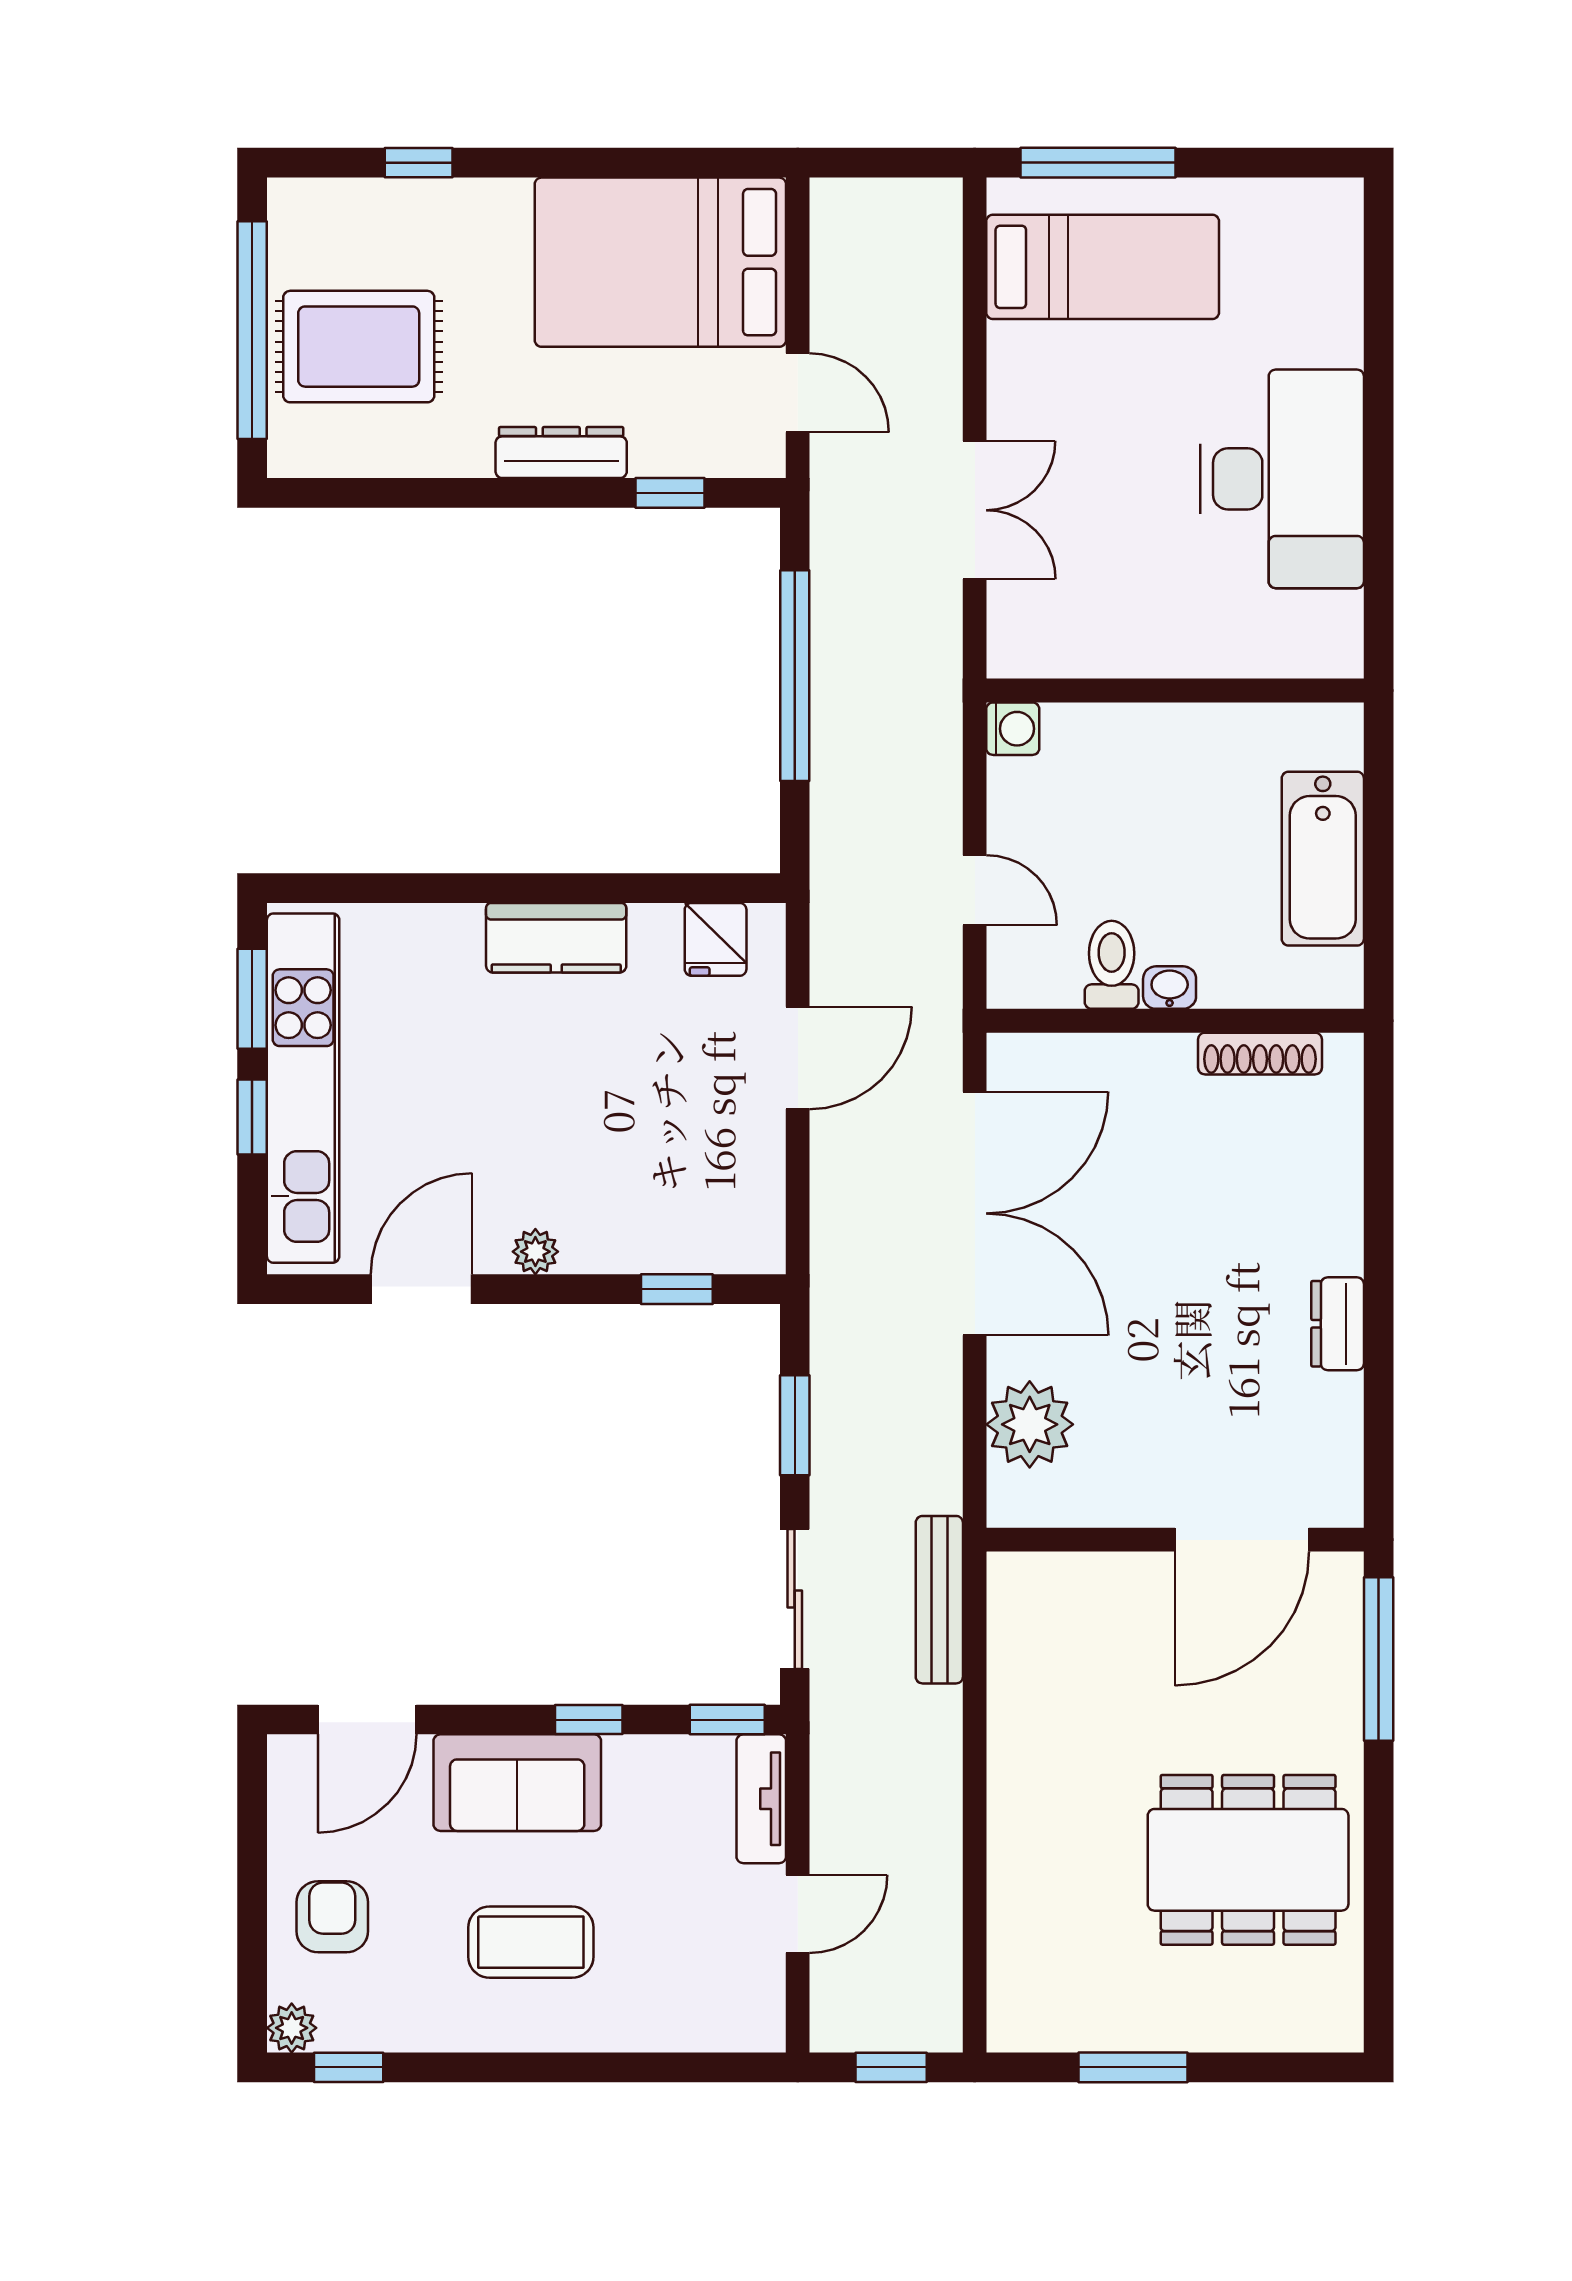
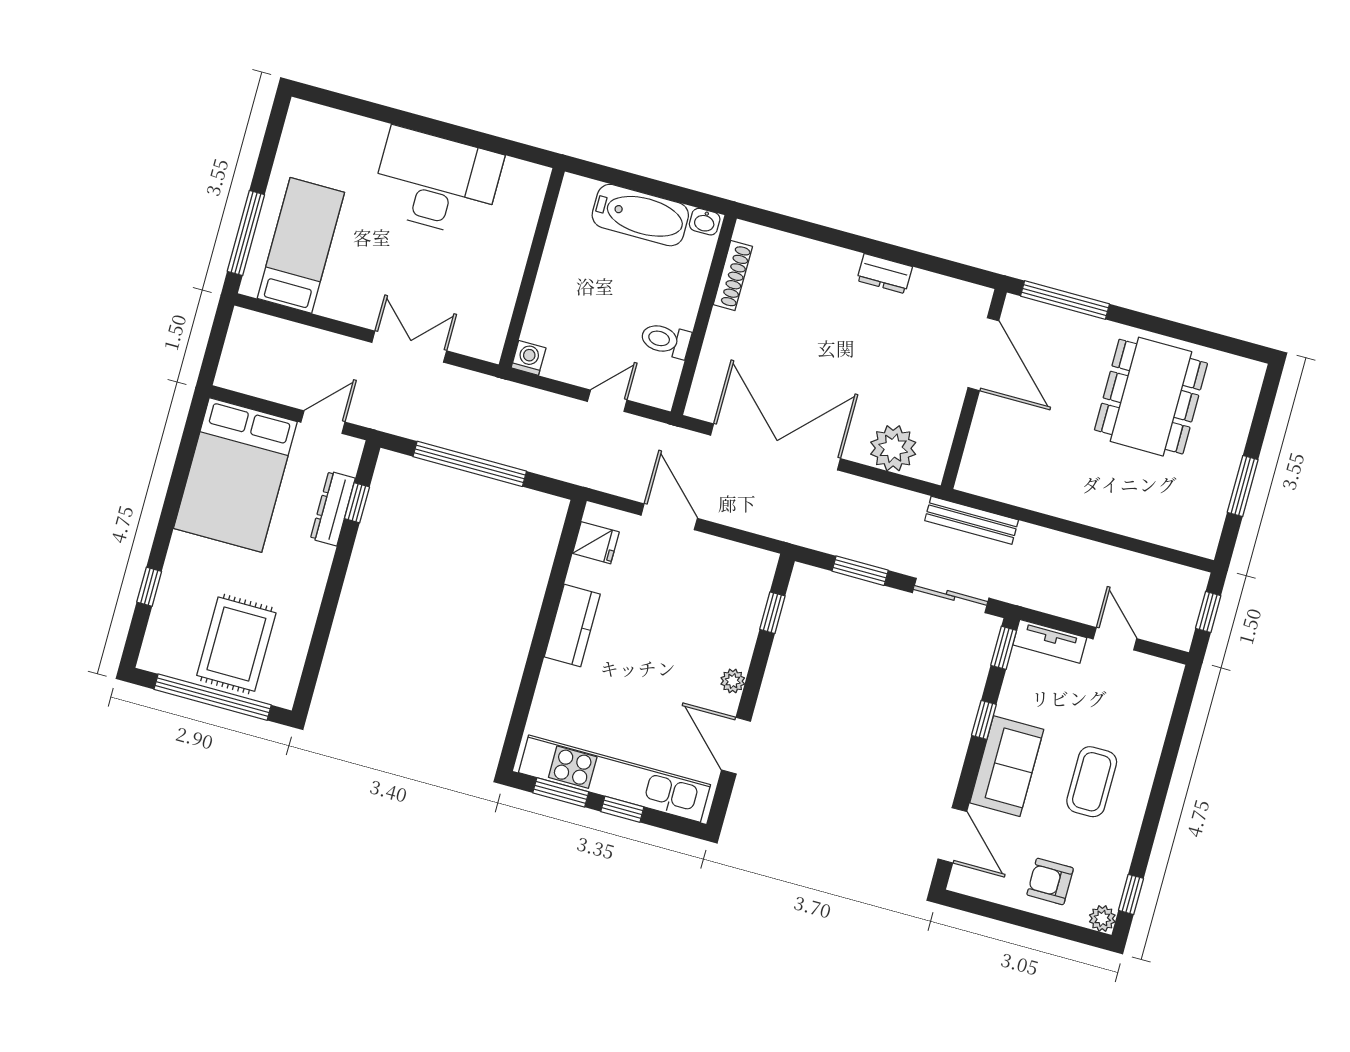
dresser: (561, 453) -> (333, 508), moved
washbasin: (1170, 988) -> (705, 222), moved, turned -90

